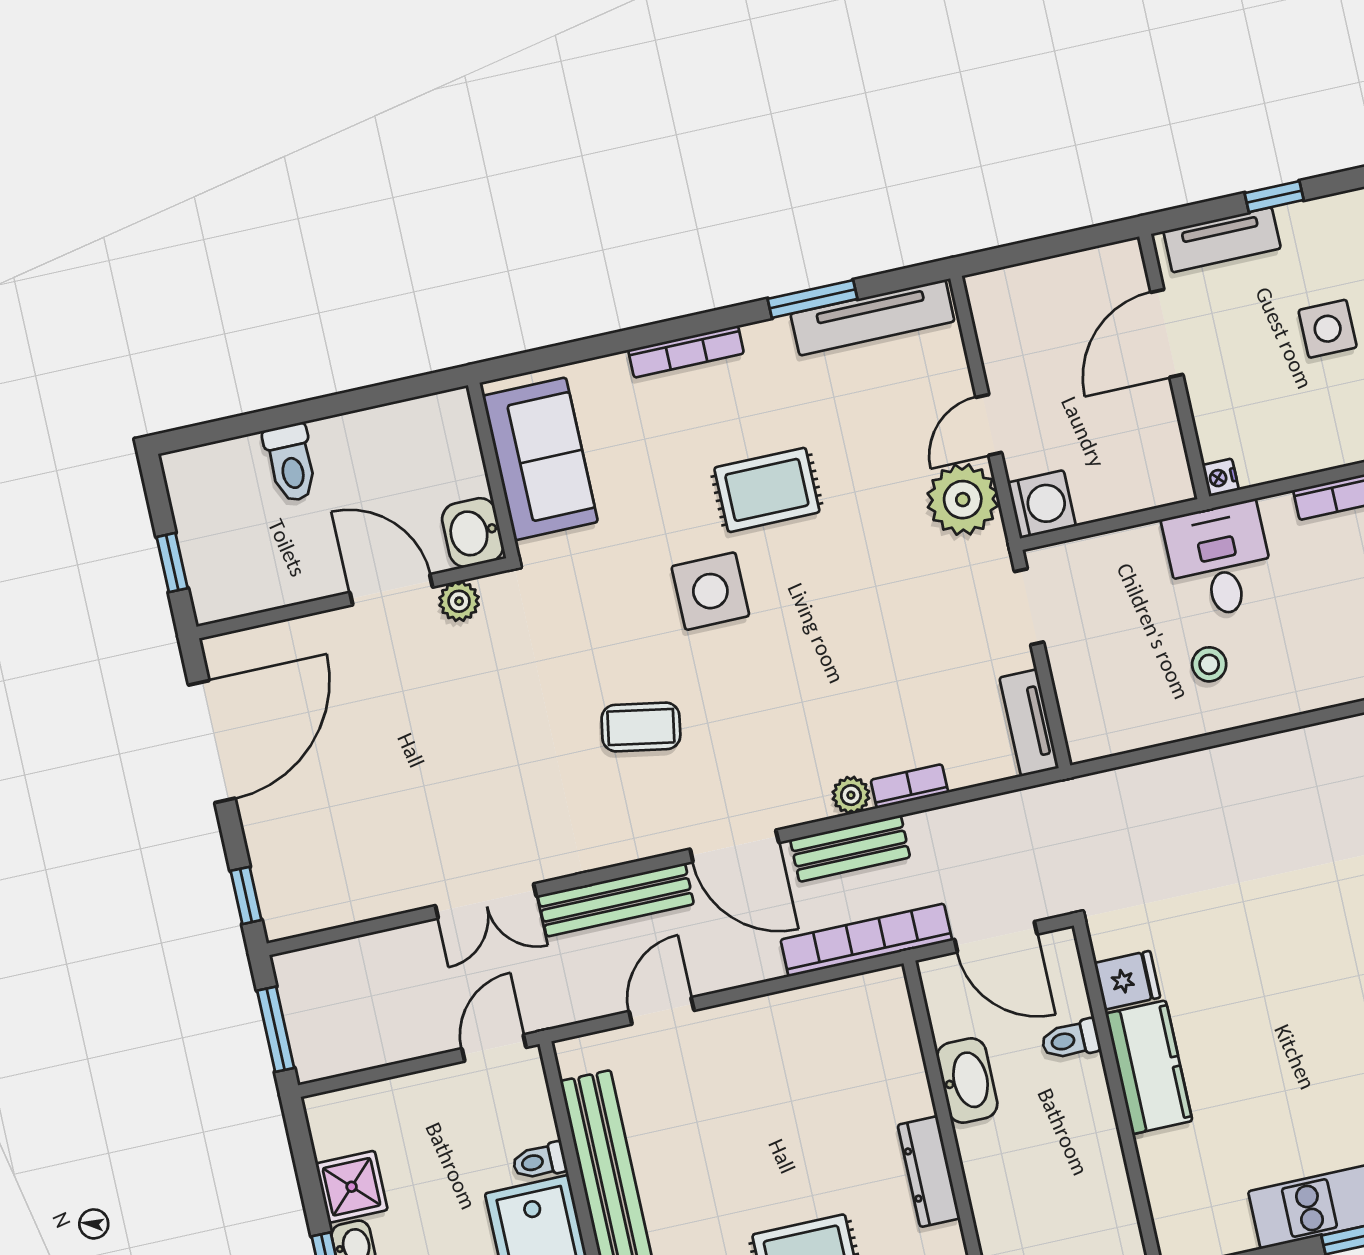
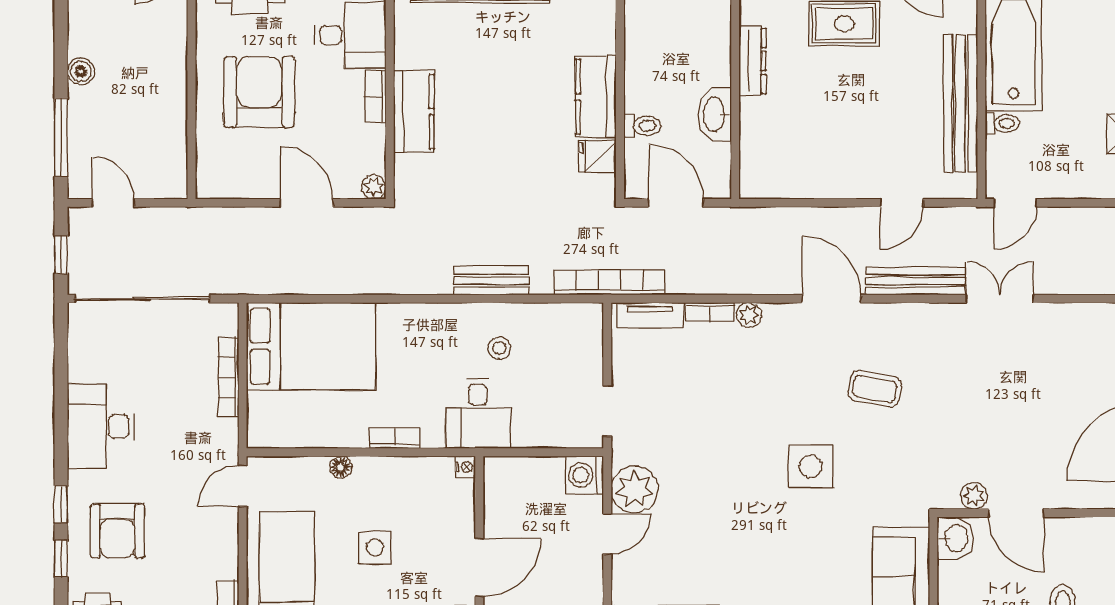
rug: (767, 490) -> (760, 524), removed
tv unit: (1029, 723) -> (650, 315), moved, turned 90
bench: (850, 848) -> (491, 281), moved
bookcase: (866, 940) -> (610, 282), moved, turned 180

